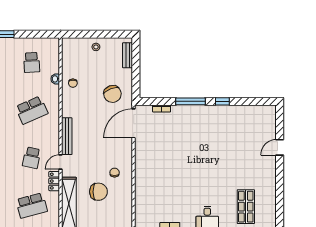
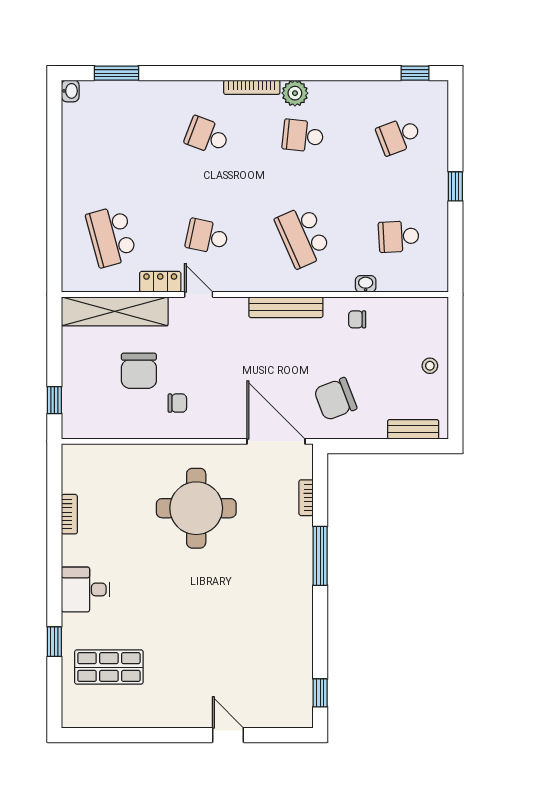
window: (222, 101) -> (320, 693), moved
bench: (67, 136) -> (286, 307), moved
round table: (167, 163) -> (196, 508), added

